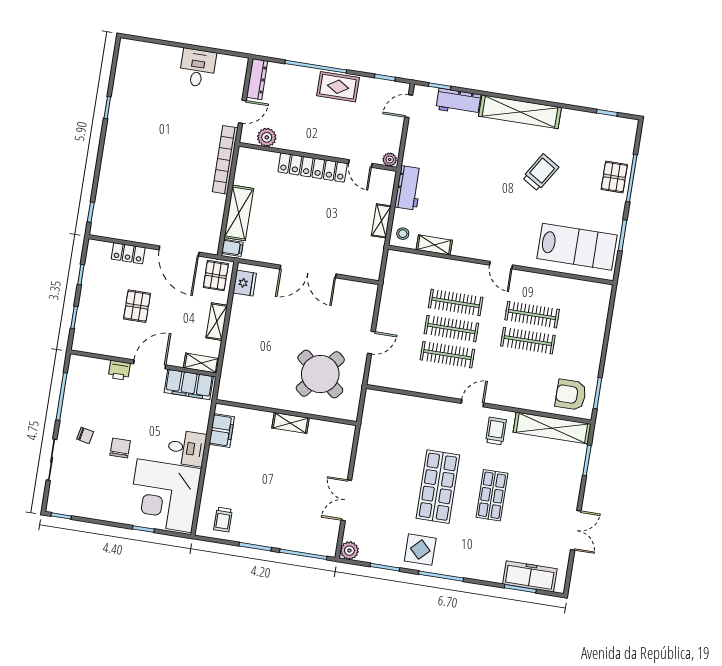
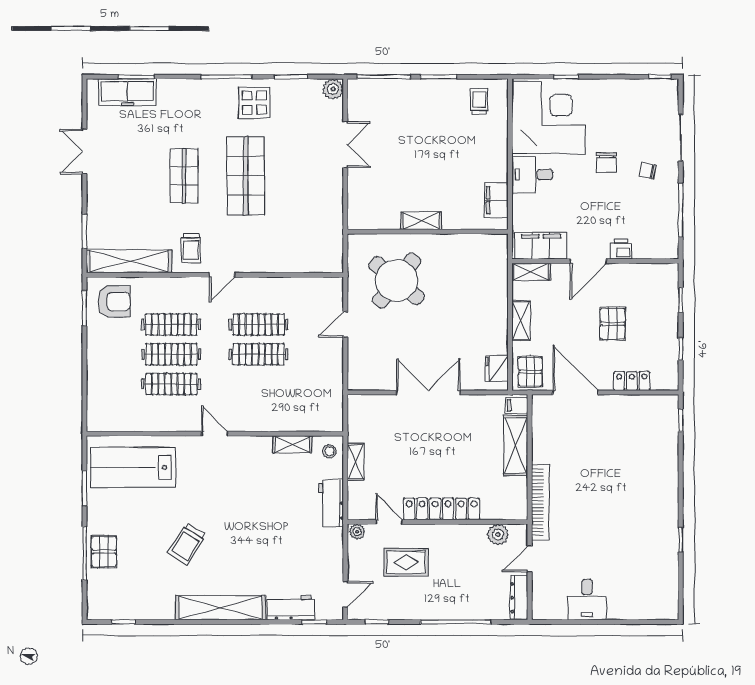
rug: (338, 87) -> (406, 562), moved
clothes rail: (456, 302) -> (171, 325), moved

